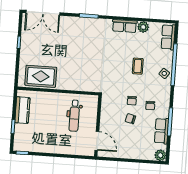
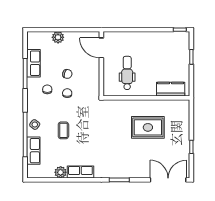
row of seats: (168, 37) -> (33, 151), moved
rug: (41, 76) -> (148, 127), moved
kitchen counter: (22, 110) -> (171, 89), moved, turned 90
plant: (160, 155) -> (58, 37), moved

